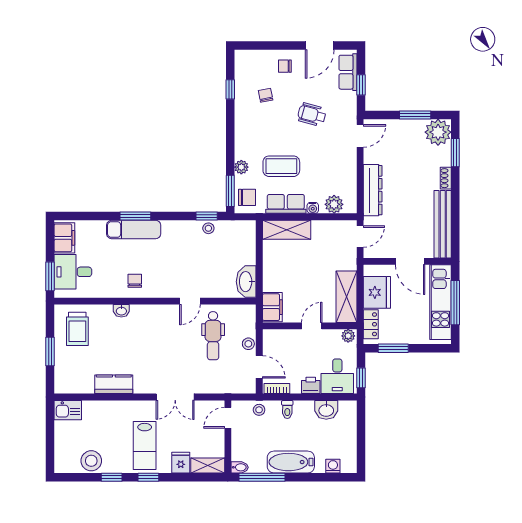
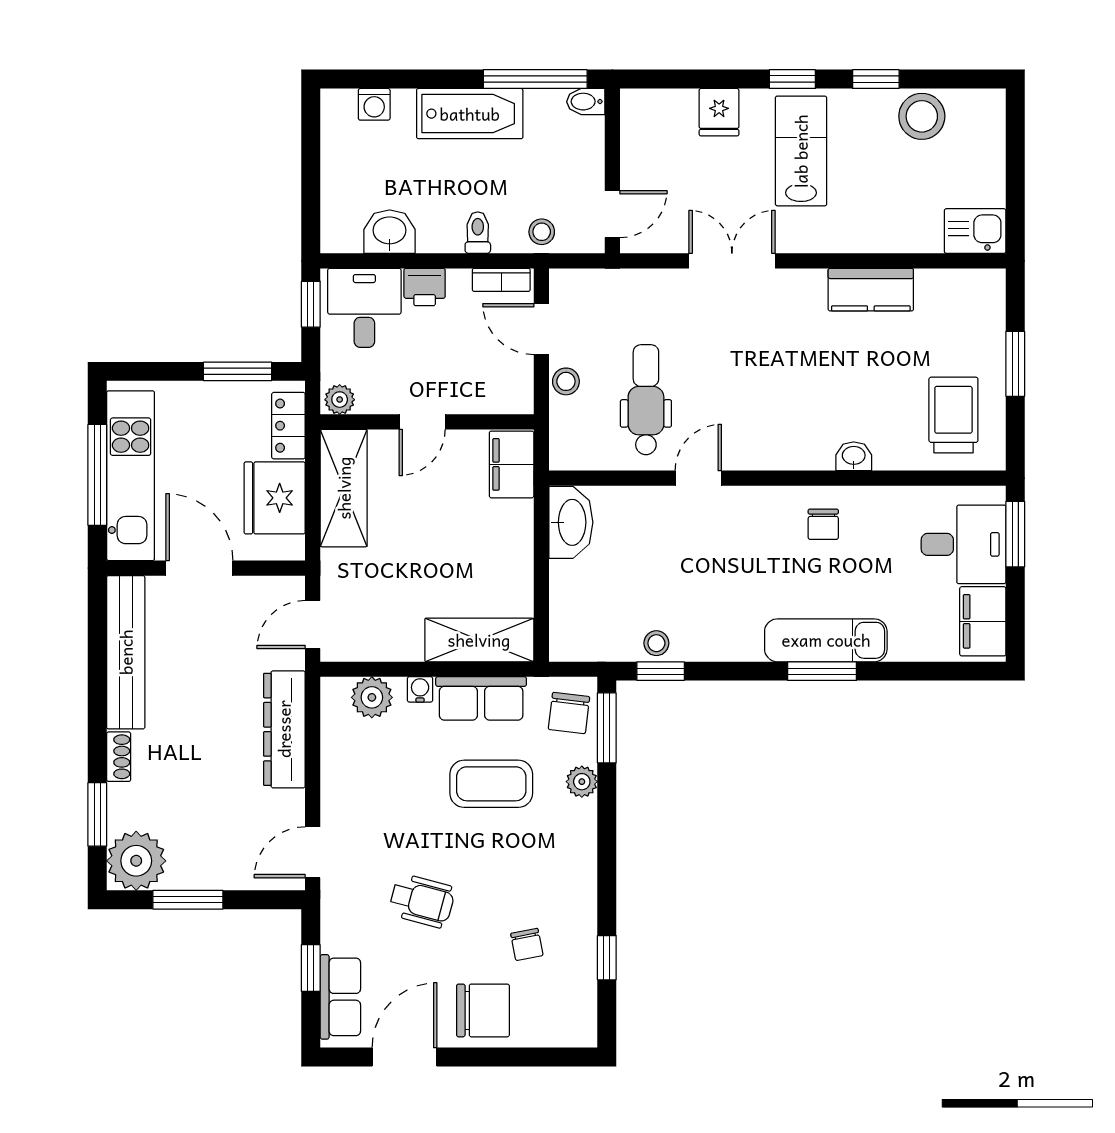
chair: (285, 66) -> (483, 1010), width x1.87, depth x1.87
chair: (247, 197) -> (569, 713), turned -83
shelving: (208, 466) -> (658, 106), removed

